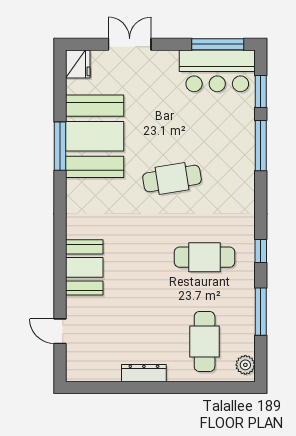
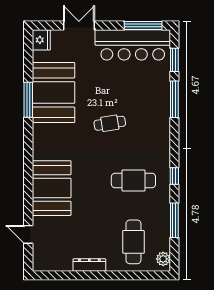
bar counter: (217, 71) -> (133, 45), width x1.36
cafe table: (172, 179) -> (110, 123), width x0.73, depth x0.74
booth: (84, 267) -> (52, 188), width x1.36, depth x1.42

